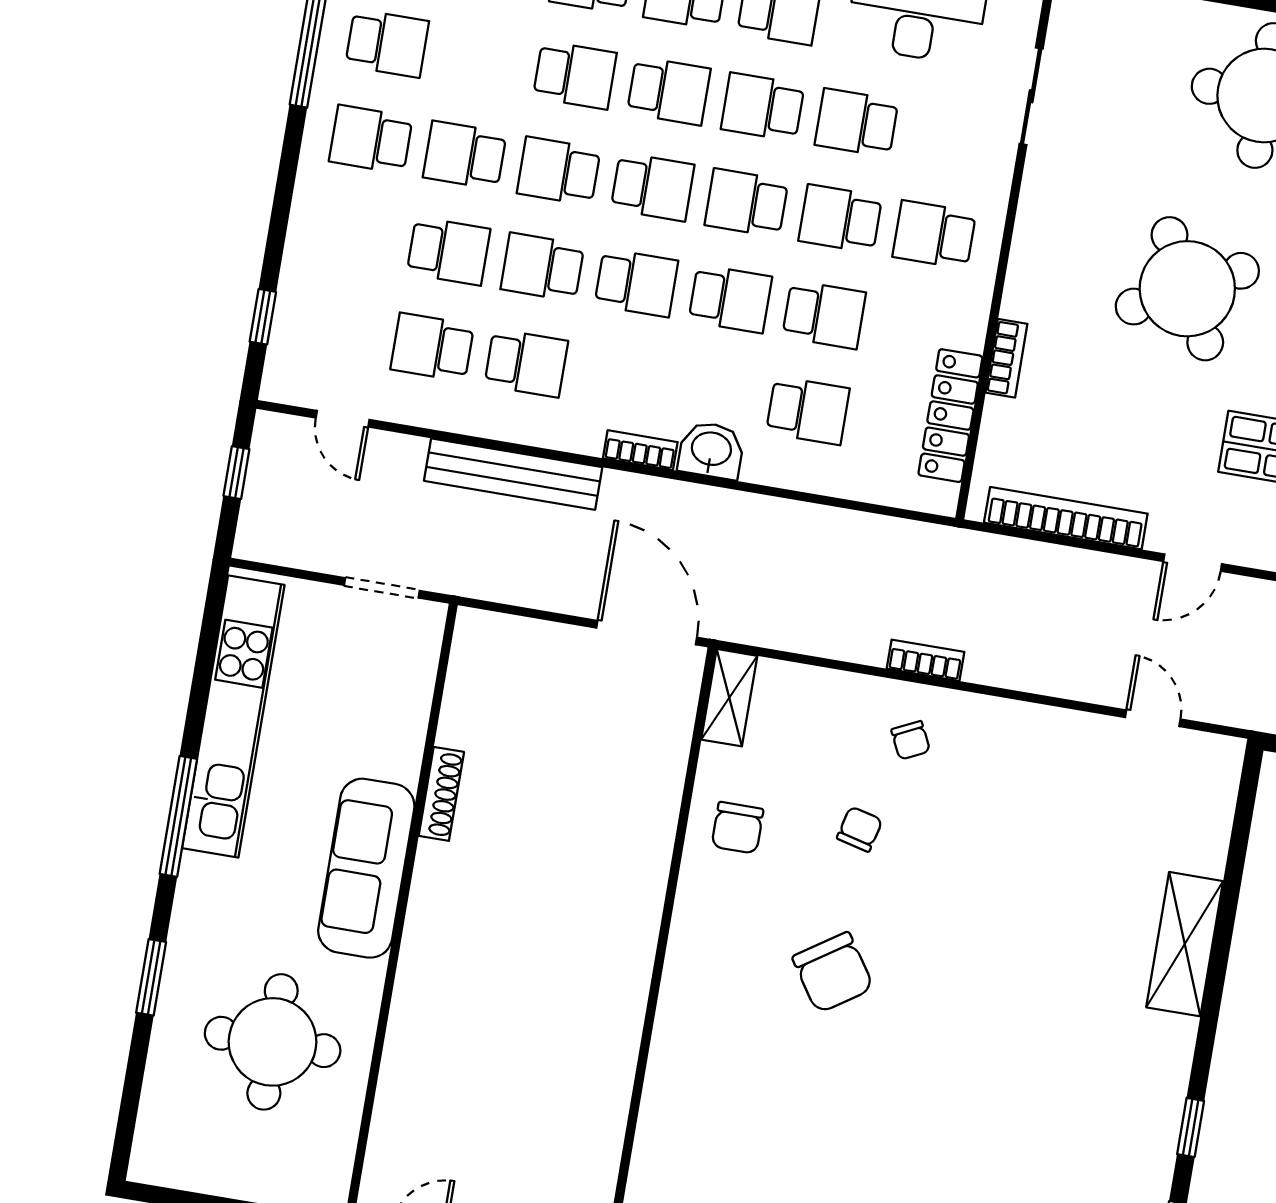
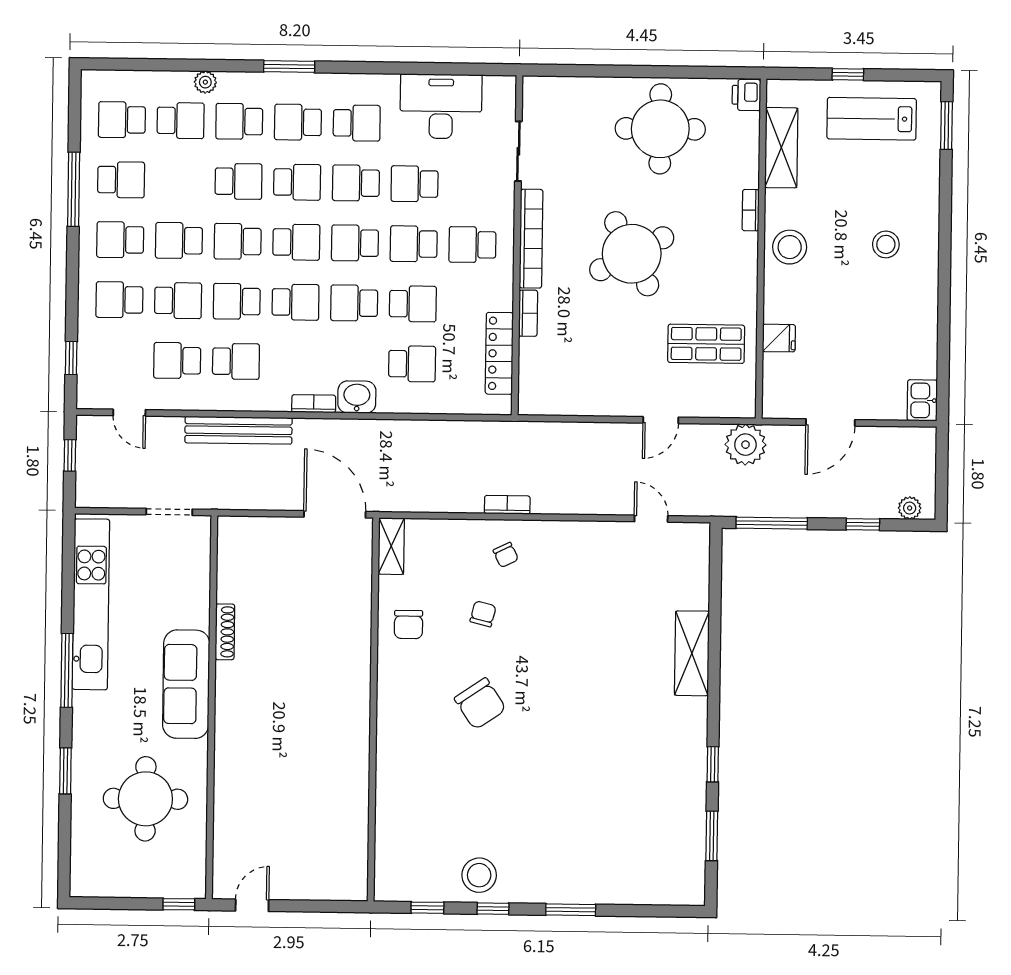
school desk: (355, 235) -> (119, 300), added
school desk: (730, 299) -> (354, 303), turned 180
bookcase: (1066, 518) -> (531, 239), moved, turned 90

